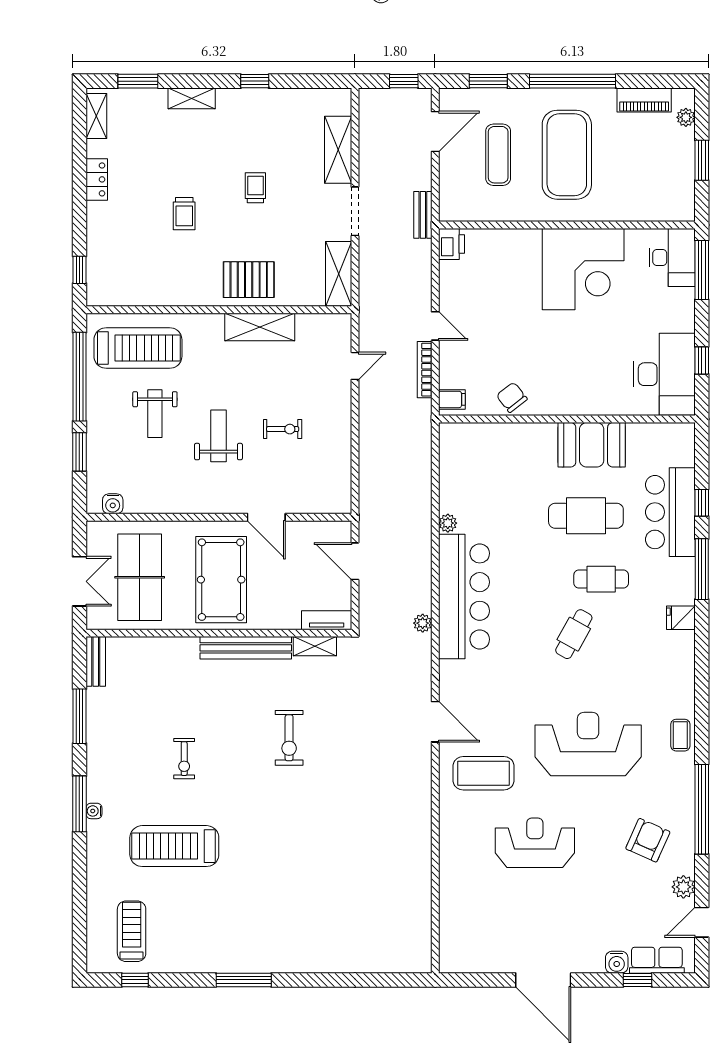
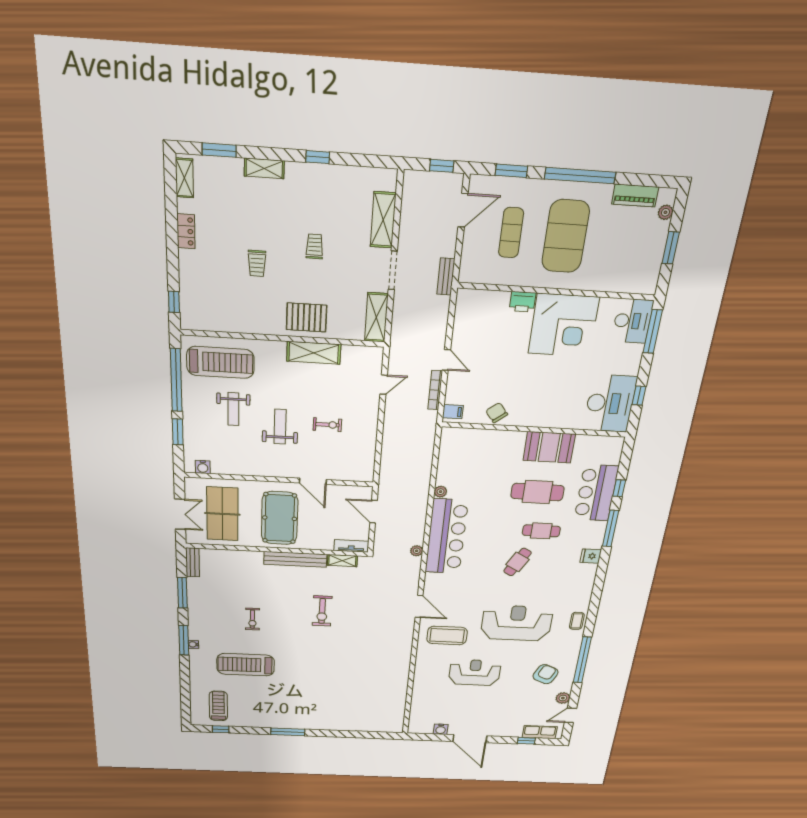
printer: (451, 244) -> (523, 302), moved, turned 90
water cooler: (617, 962) -> (441, 729), moved

